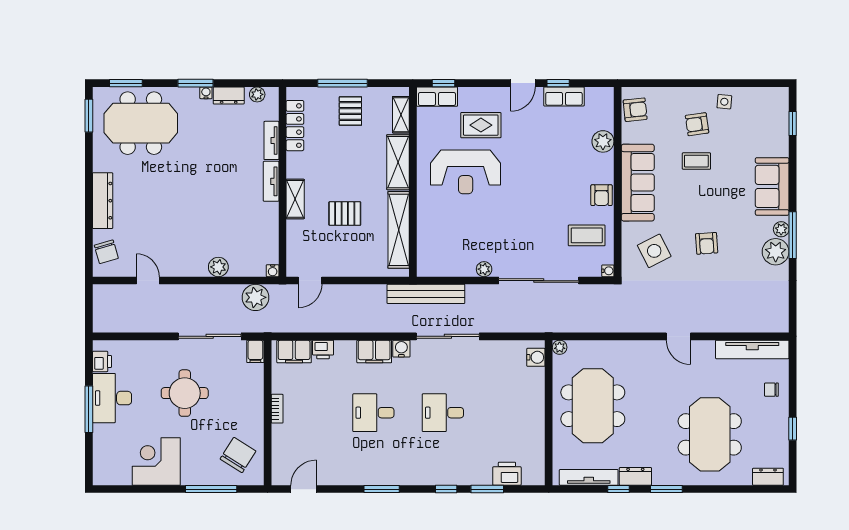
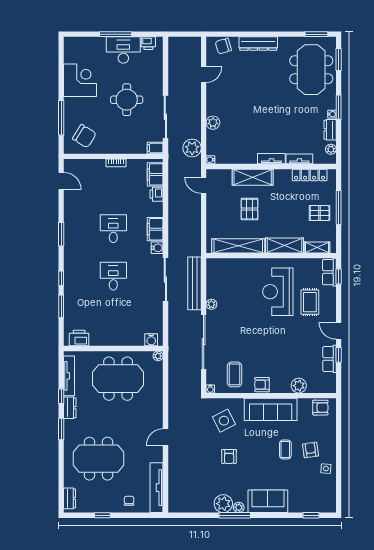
armchair: (635, 110) -> (320, 408), turned -84
shelving: (295, 199) -> (253, 177), width x1.50, depth x1.33
armchair: (707, 243) -> (229, 456), turned -86
bench: (426, 294) -> (195, 283), moved
printer: (507, 474) -> (79, 338), moved, turned -90

